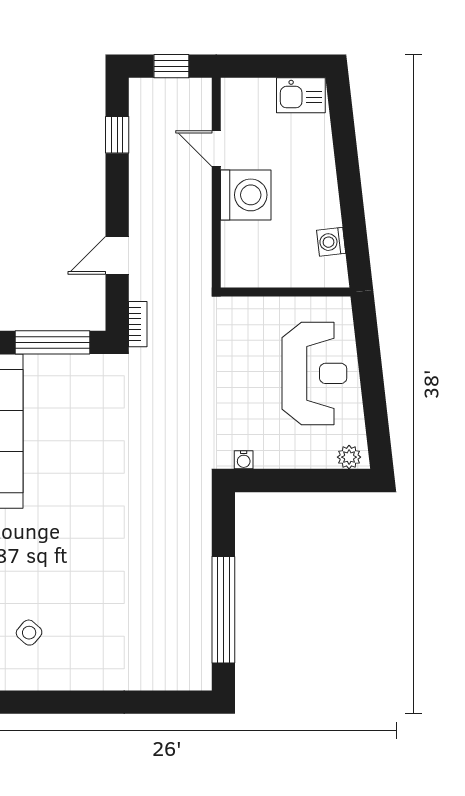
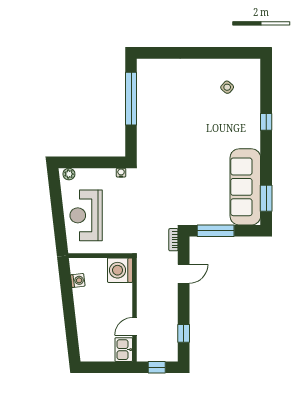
kitchen sink: (301, 95) -> (124, 350), moved, turned -90
door: (216, 149) -> (135, 327), swing flipped
washing machine: (246, 195) -> (120, 270), moved

